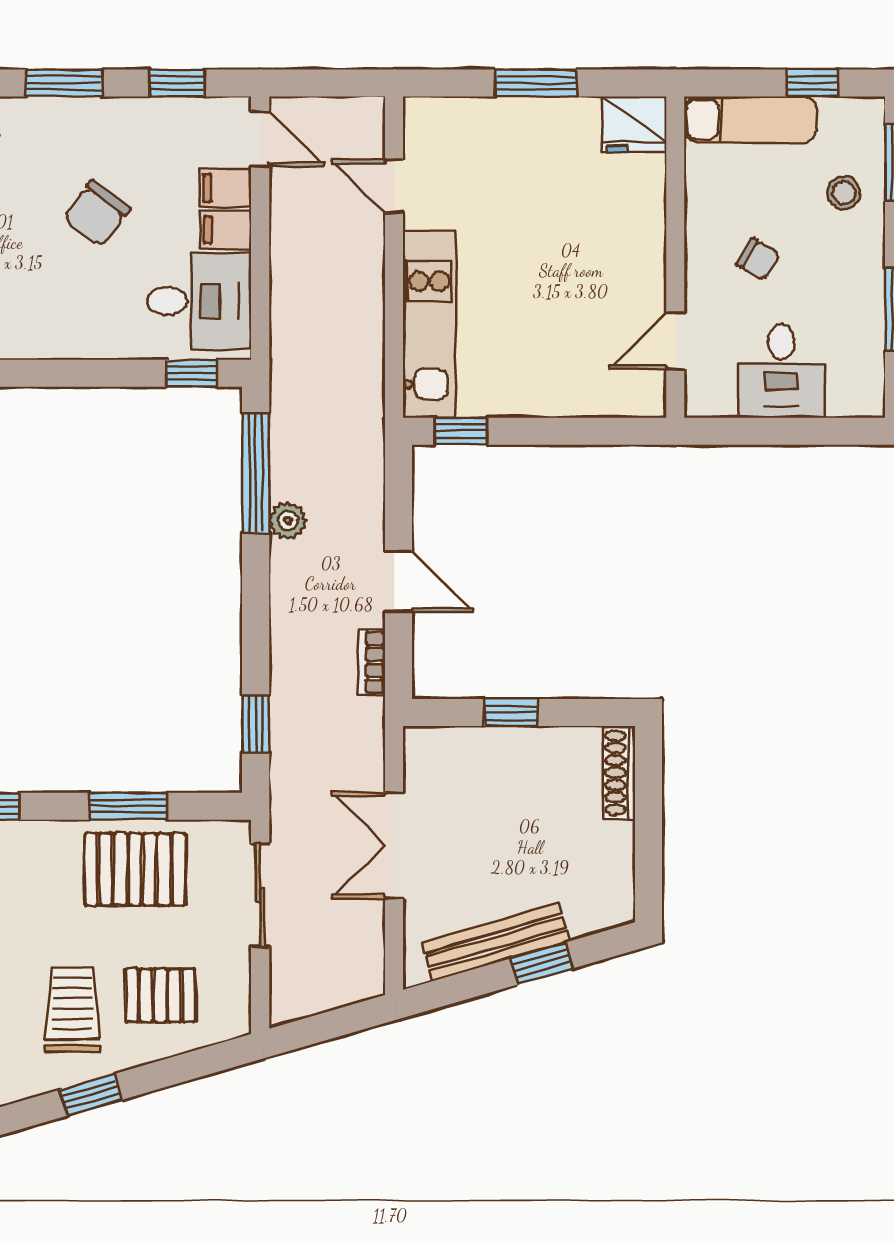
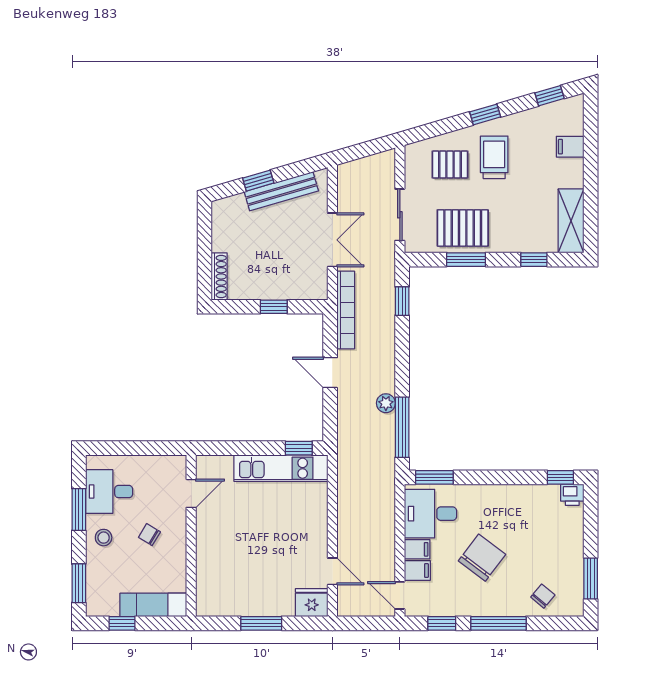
window: (64, 83) -> (498, 623), width x1.44
fridge: (634, 124) -> (312, 603), moved
stool: (844, 193) -> (104, 538), moved
chair: (97, 214) -> (482, 558), width x1.37, depth x1.37
kitchen unit: (429, 324) -> (281, 468), moved, turned -90
desk: (781, 371) -> (109, 492), moved, turned -90
window: (191, 373) -> (434, 477), width x1.50
bookcase: (372, 662) -> (346, 310), width x2.31, depth x1.31
trolley: (72, 1010) -> (494, 157), turned 180

